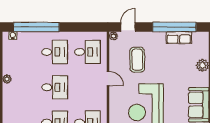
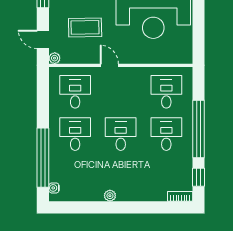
door: (108, 78) -> (109, 65), hinge flipped

